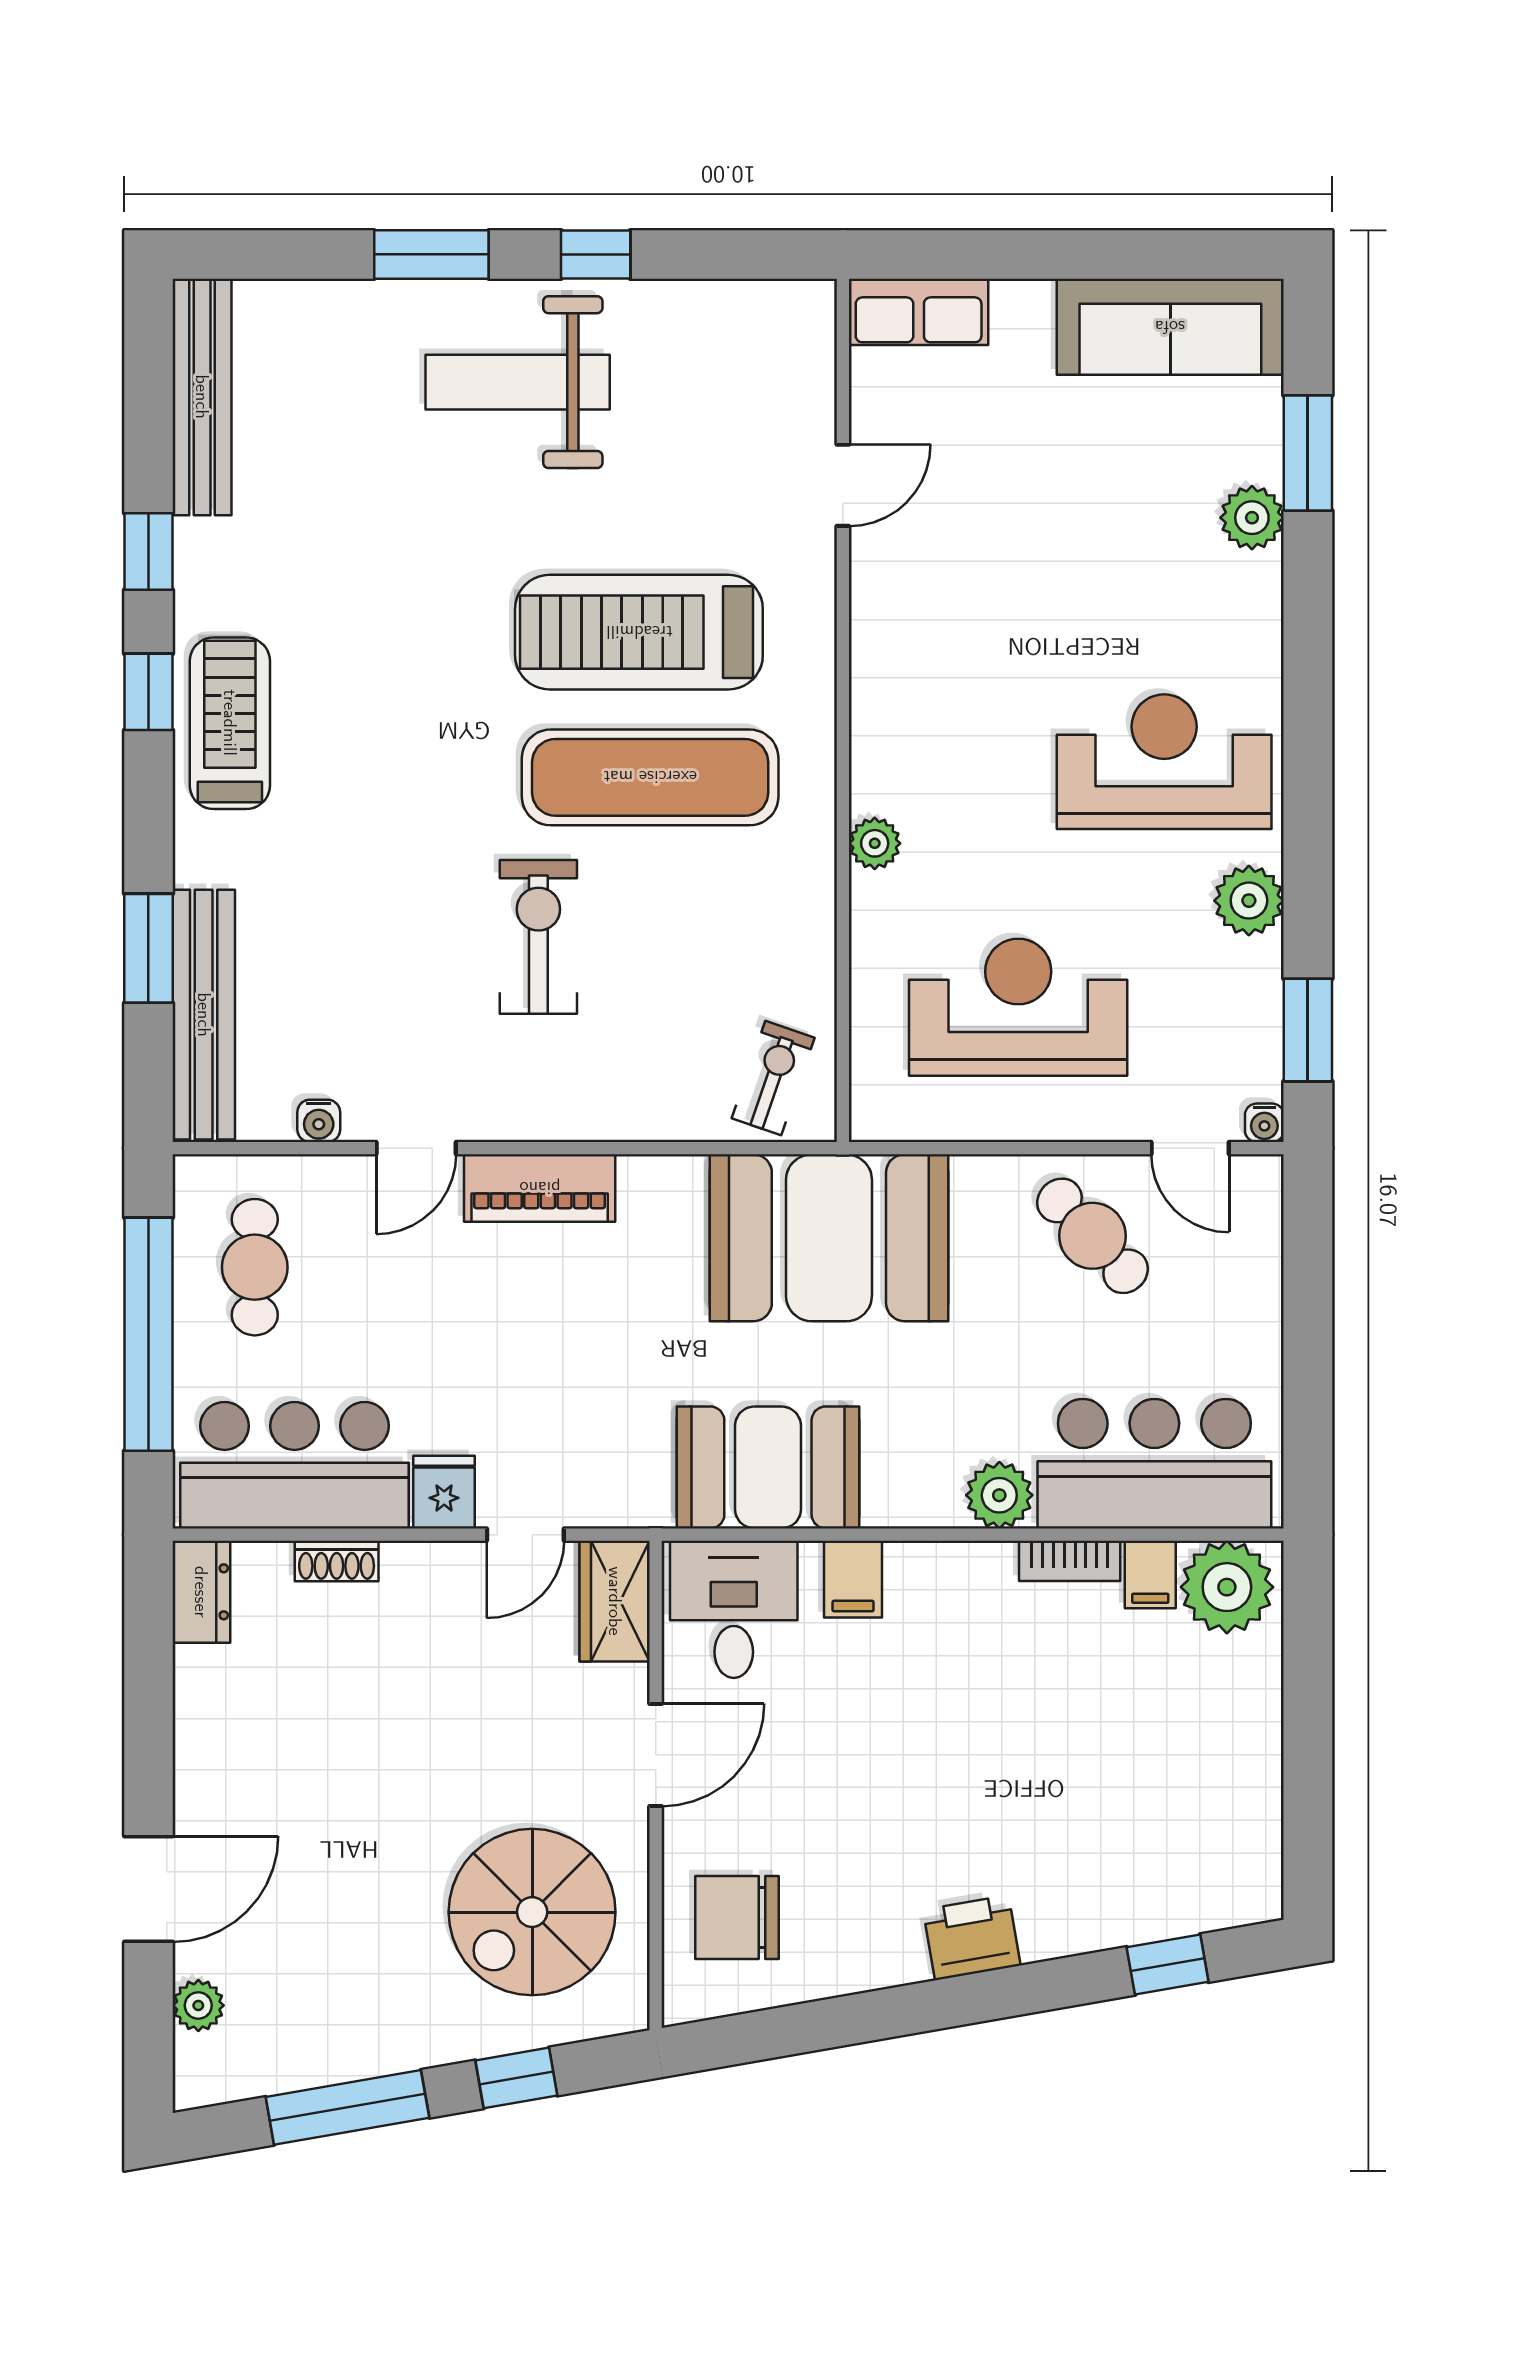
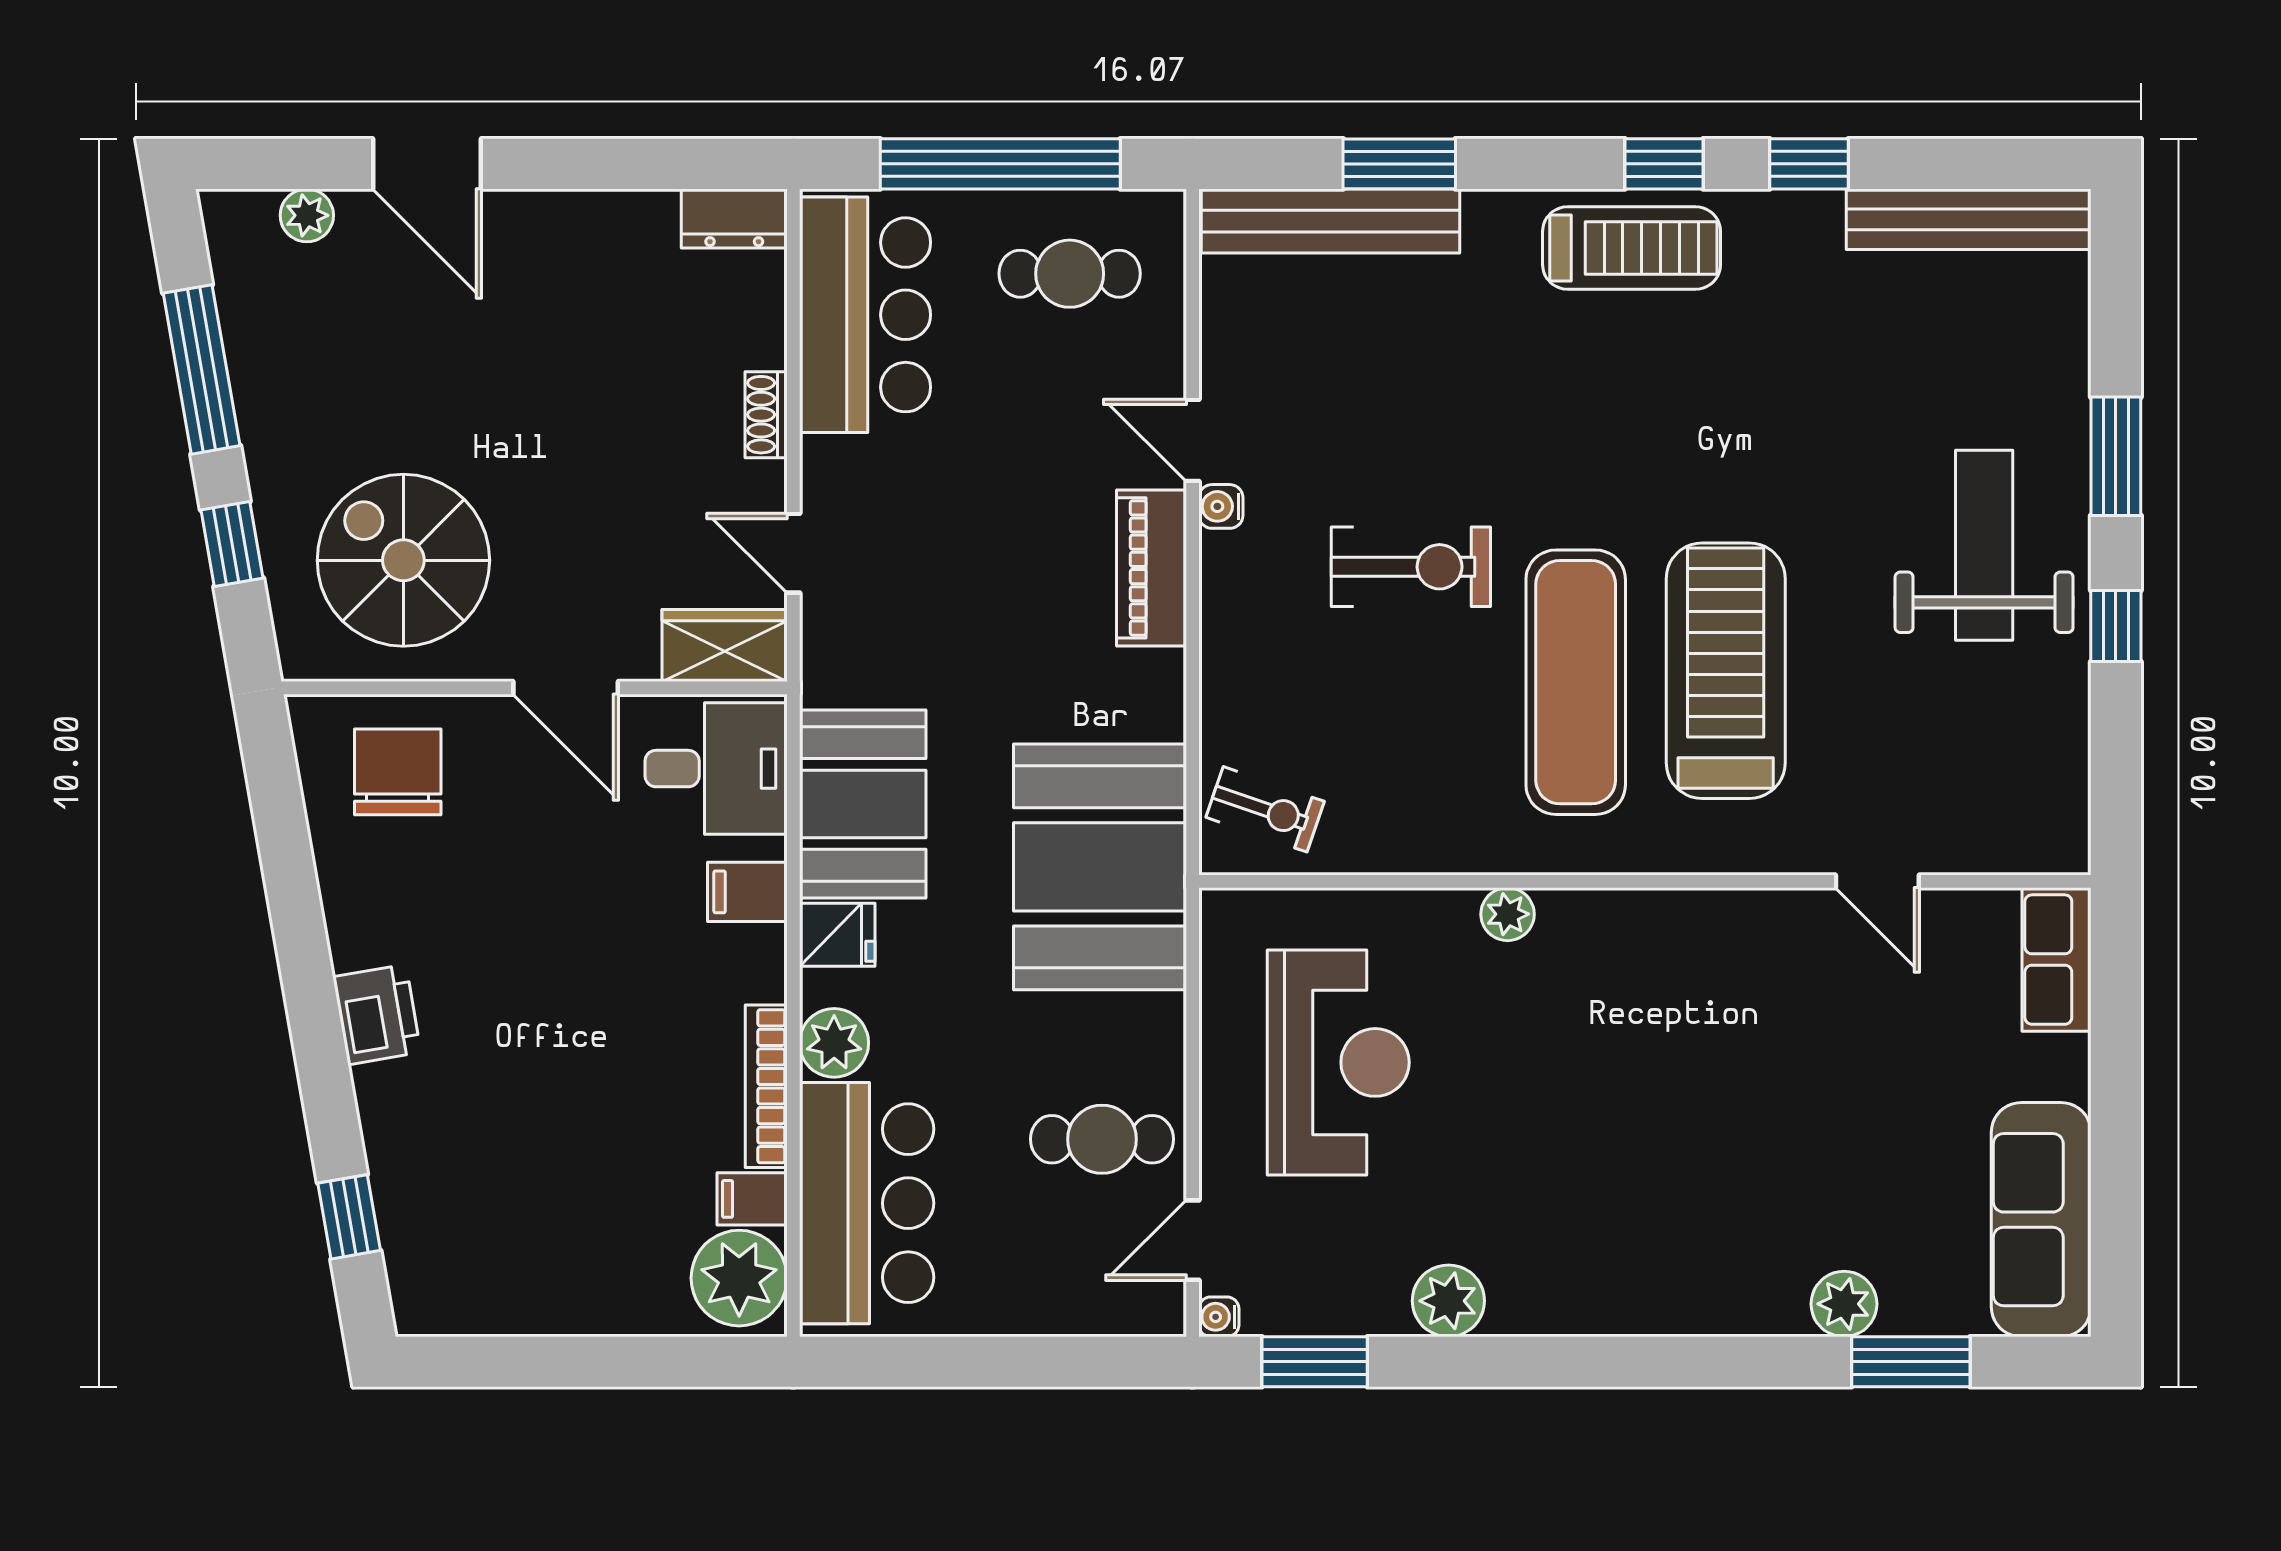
reception desk: (1164, 762) -> (1592, 1213), removed
water cooler: (319, 1121) -> (1221, 506), moved
cafe table: (1093, 1236) -> (1102, 1139), turned 43
fridge: (444, 1492) -> (837, 935), moved
shoe rack: (337, 1561) -> (766, 415), moved
bookcase: (1070, 1561) -> (766, 1086), width x1.56

